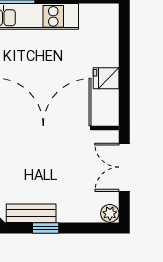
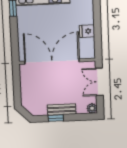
bench: (31, 213) -> (62, 109), moved

